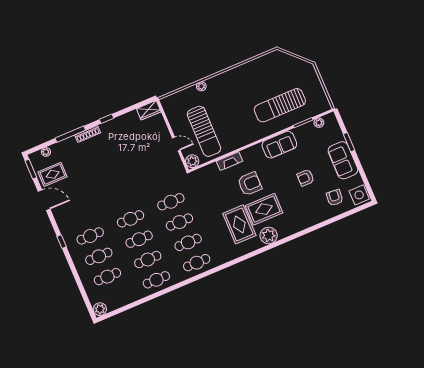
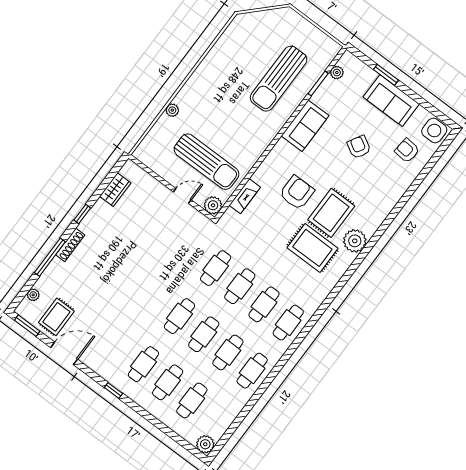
wardrobe: (149, 110) -> (115, 190), moved
fireplace: (230, 161) -> (245, 196), moved
armchair: (306, 178) -> (359, 147), turned 120

